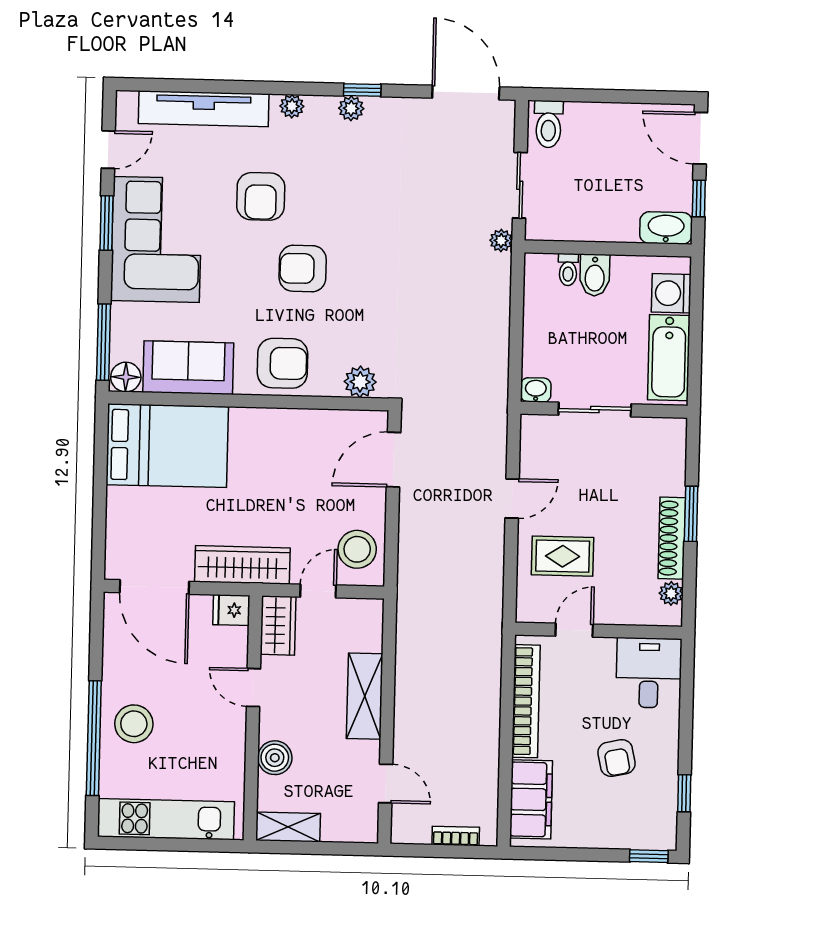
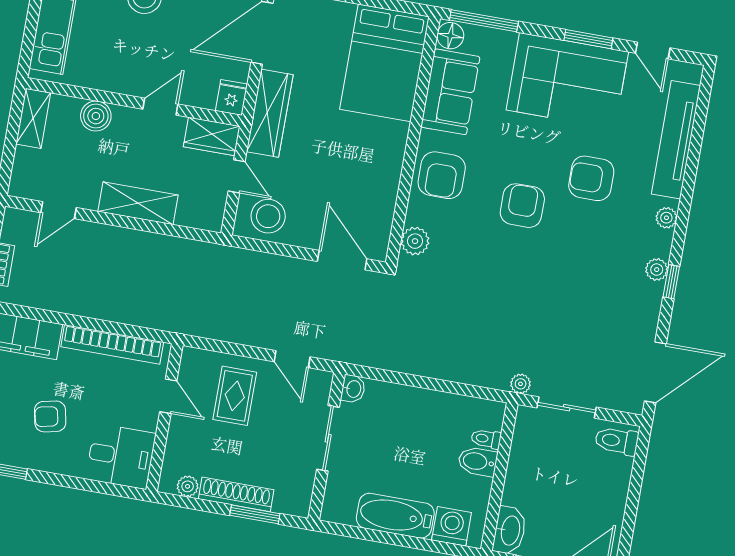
washbasin: (536, 390) -> (353, 389), moved
sliding door: (595, 409) -> (328, 438), moved
wall: (604, 410) -> (327, 446), moved

